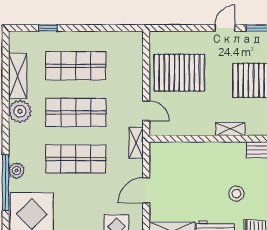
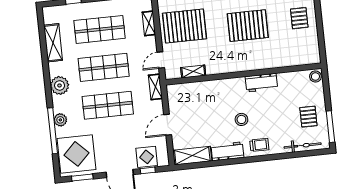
shelving: (136, 65) -> (149, 23), added
plant: (20, 111) -> (60, 85), moved
door: (146, 111) -> (161, 60), swing flipped
shelving: (230, 129) -> (193, 71), moved

